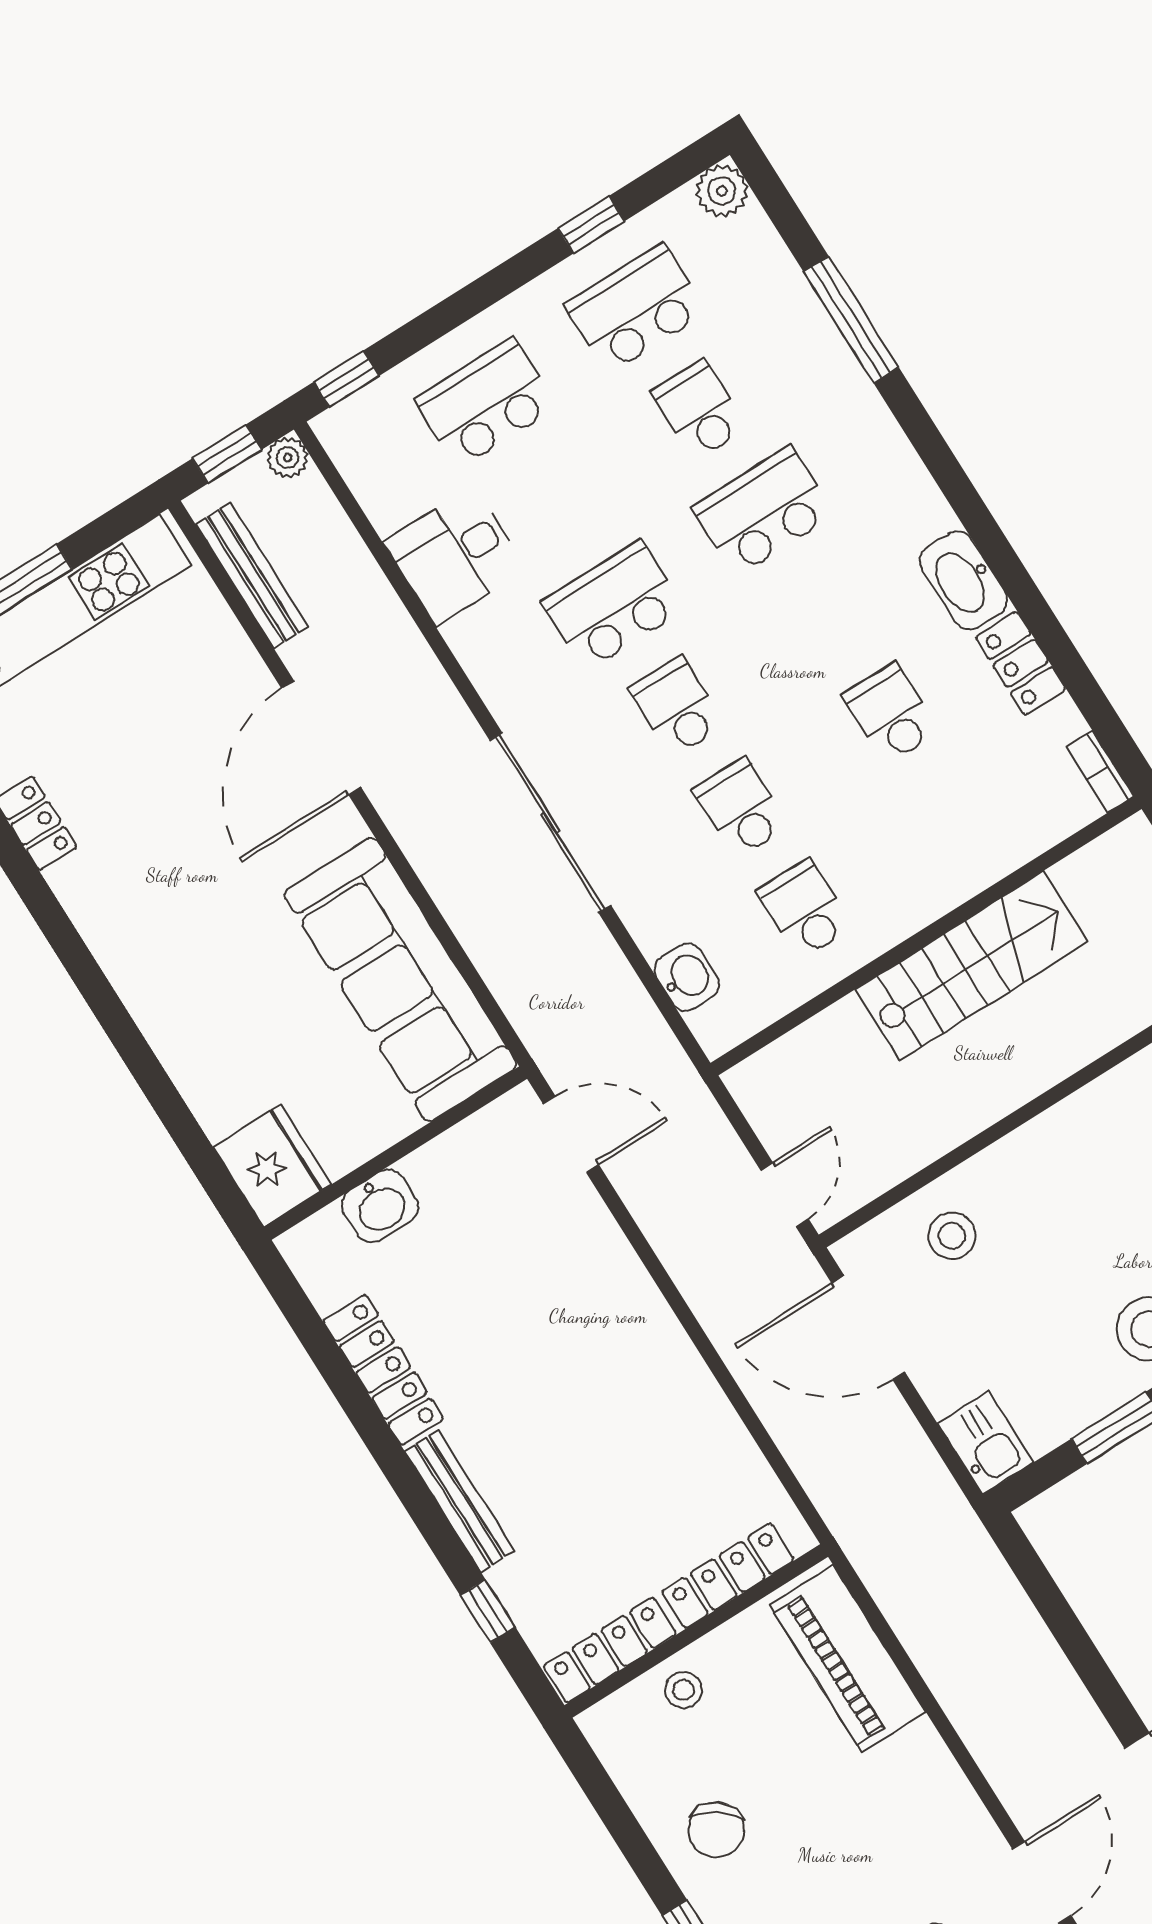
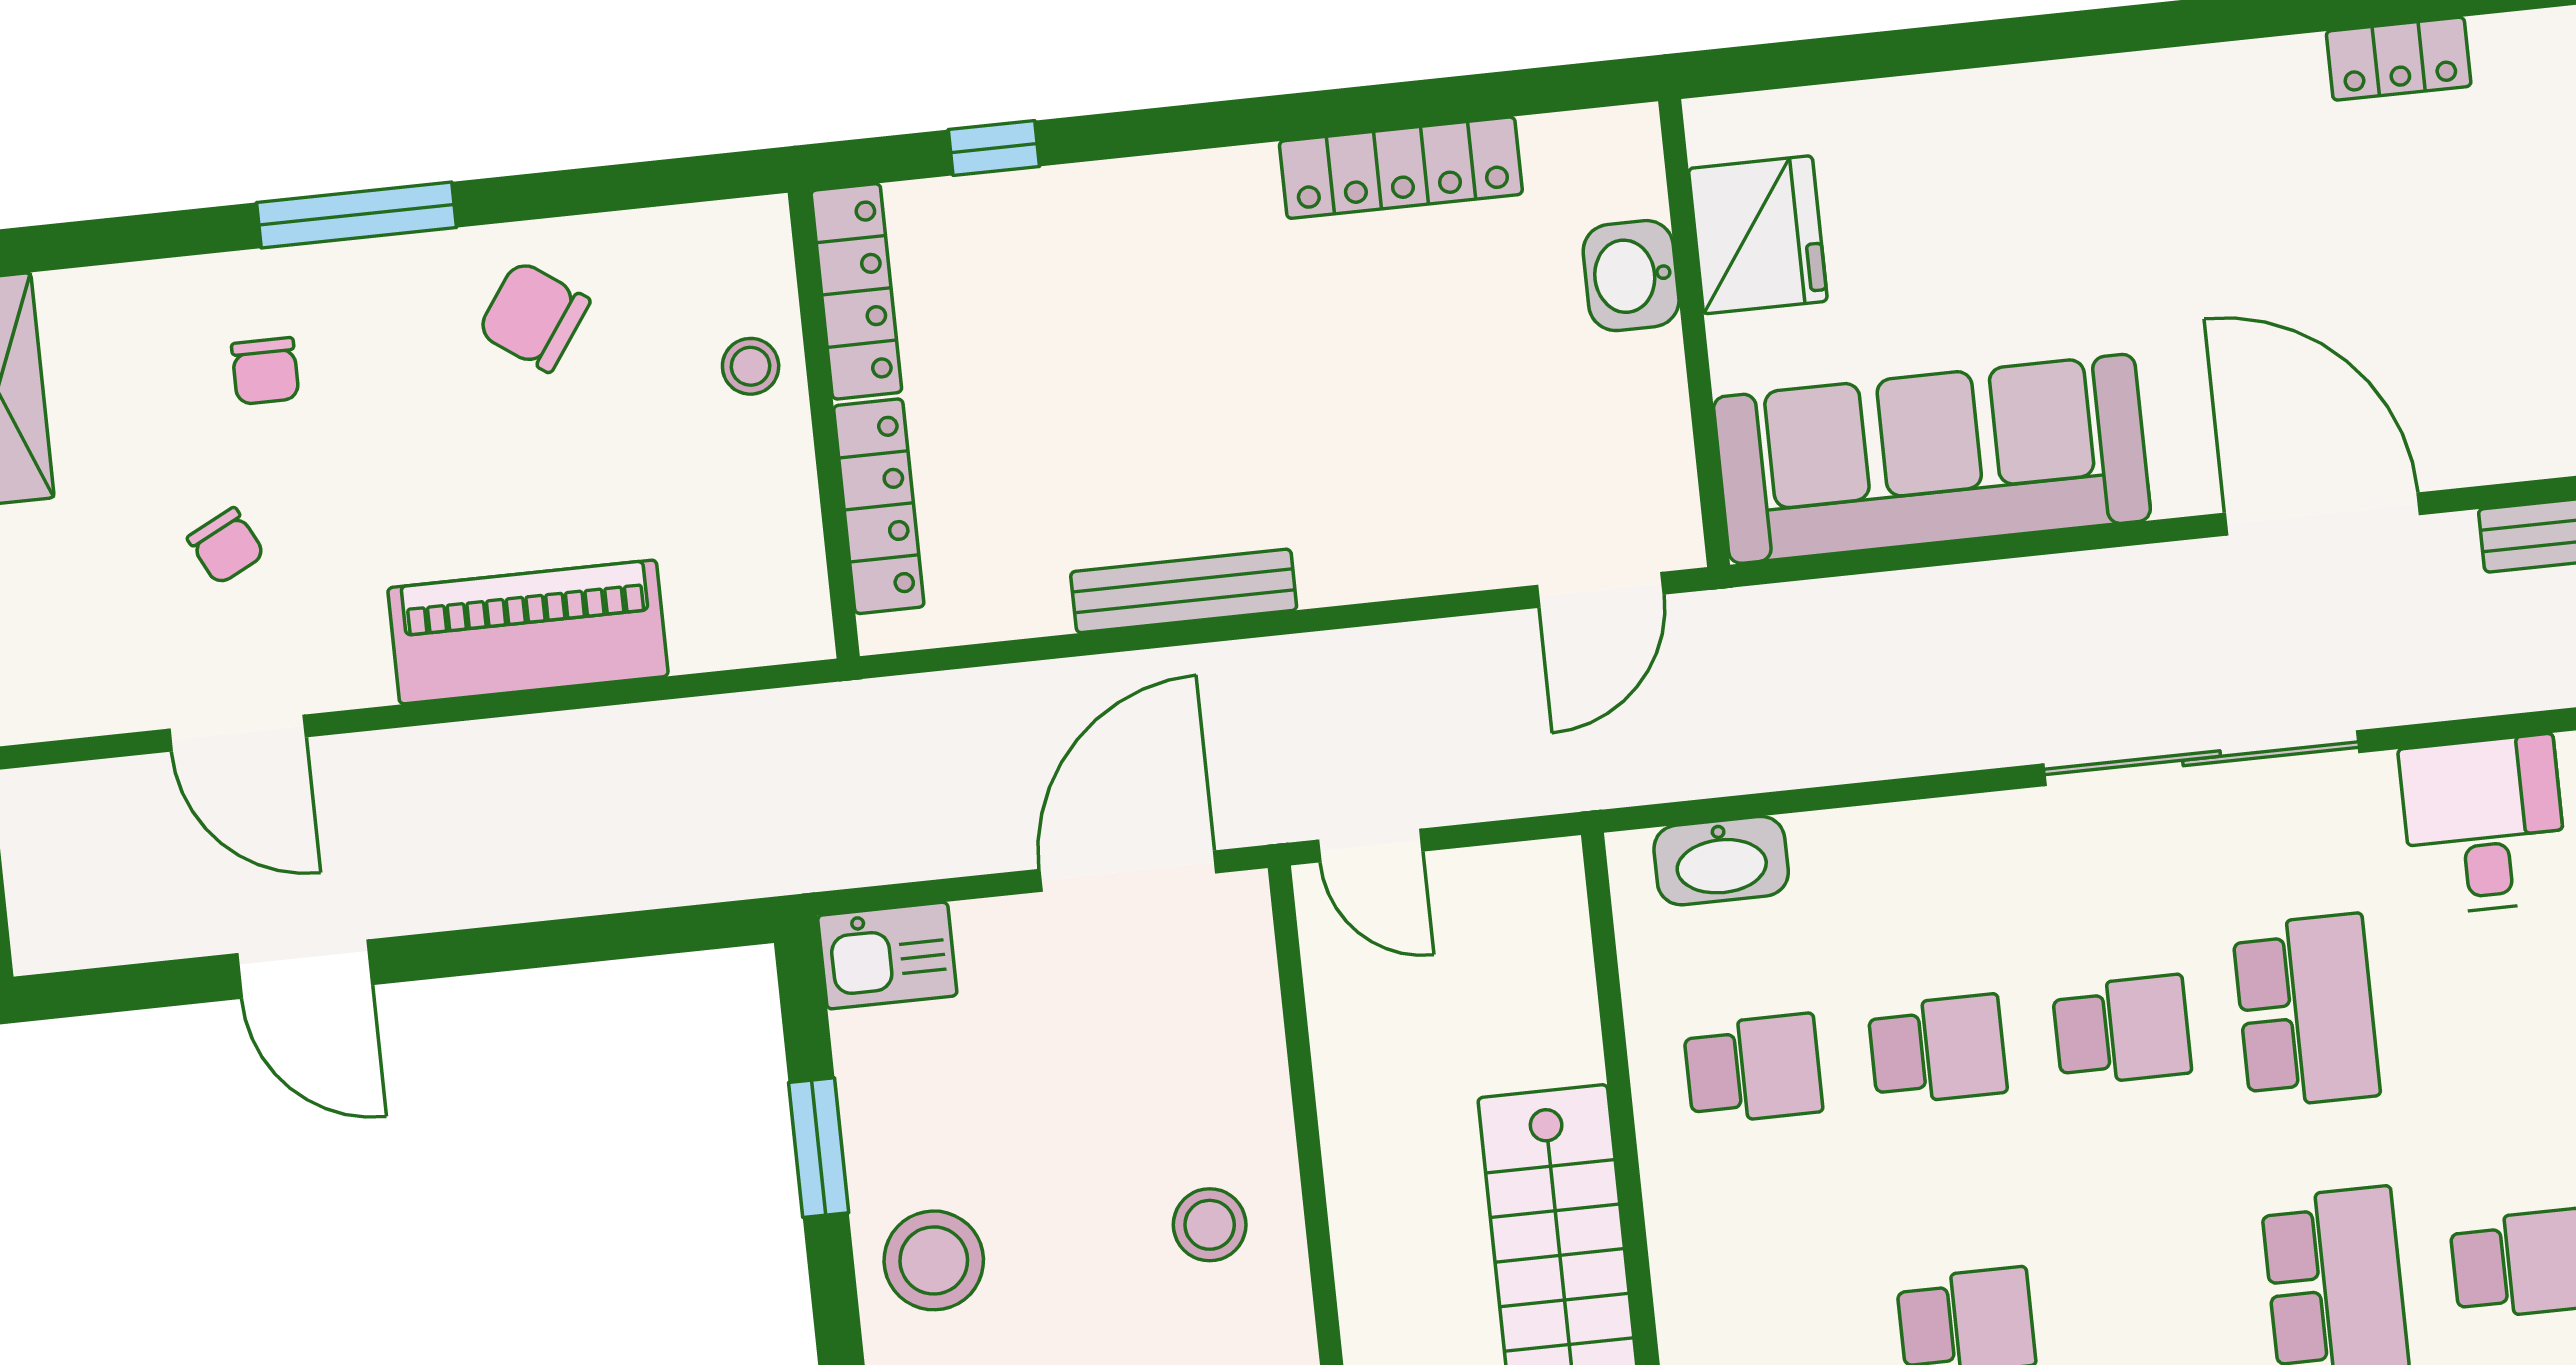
sliding door: (550, 823) -> (2202, 758), moved
washbasin: (687, 977) -> (1721, 861), width x1.38
fridge: (272, 1166) -> (1758, 235), moved, turned -90
stool: (952, 1236) -> (1210, 1225), moved
bench: (460, 1501) -> (1184, 591), moved
piano: (848, 1659) -> (528, 632), moved

